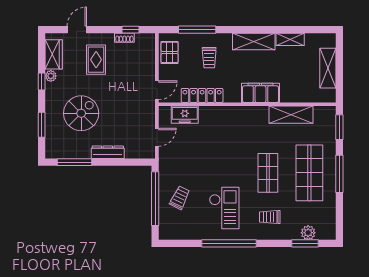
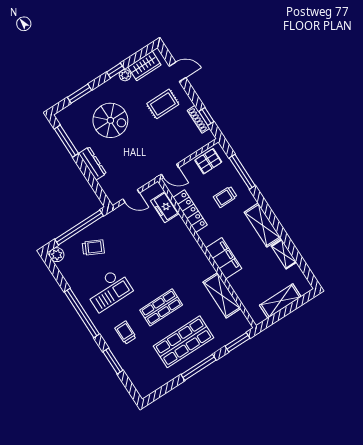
shoe rack: (124, 38) -> (199, 119), width x1.43
plant: (308, 233) -> (57, 255), moved
window: (305, 243) -> (113, 361), moved

